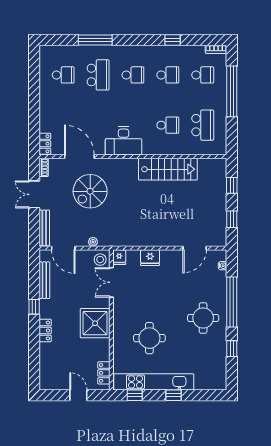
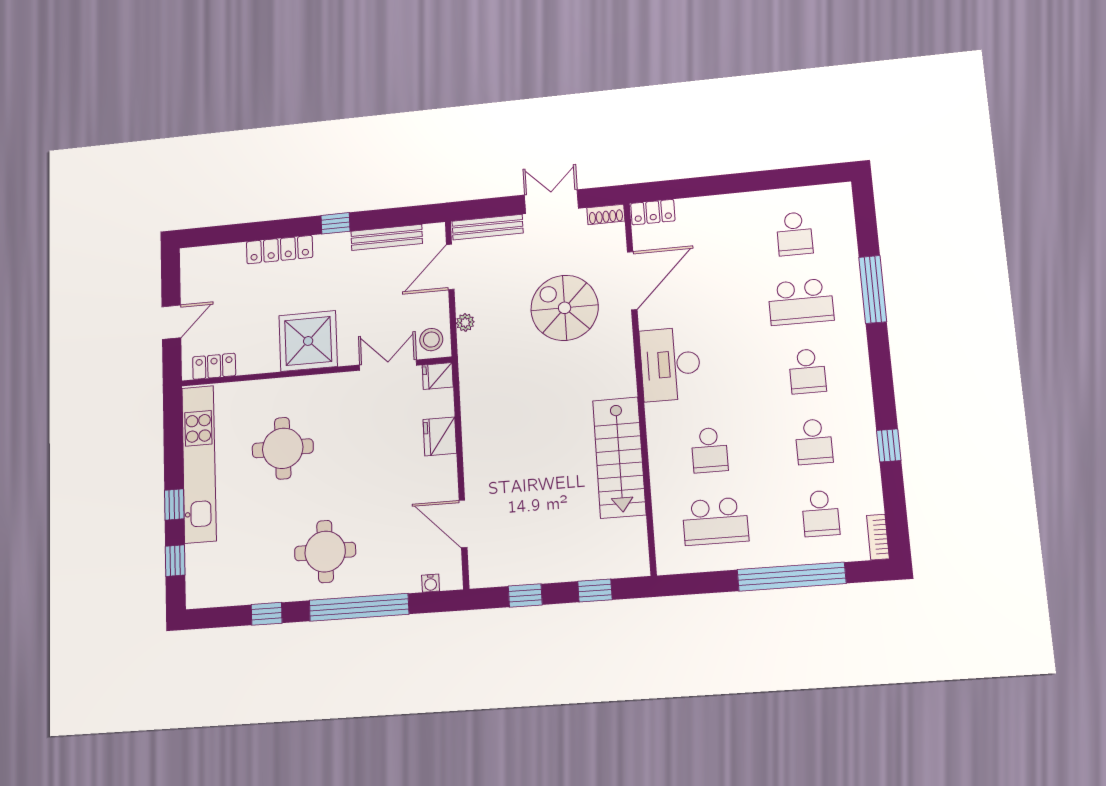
locker: (45, 330) -> (280, 250), width x1.53
window: (135, 395) -> (175, 561), moved

